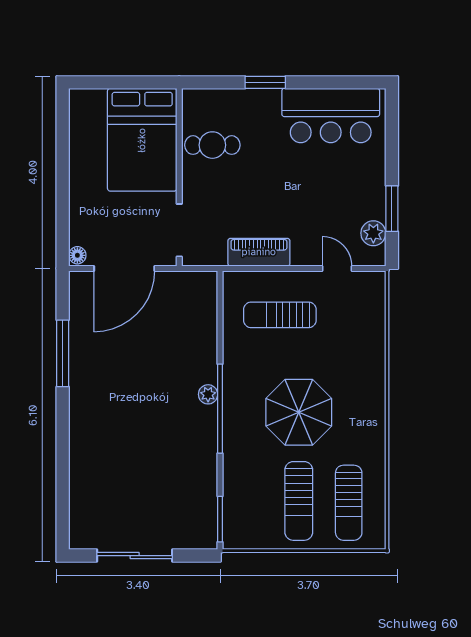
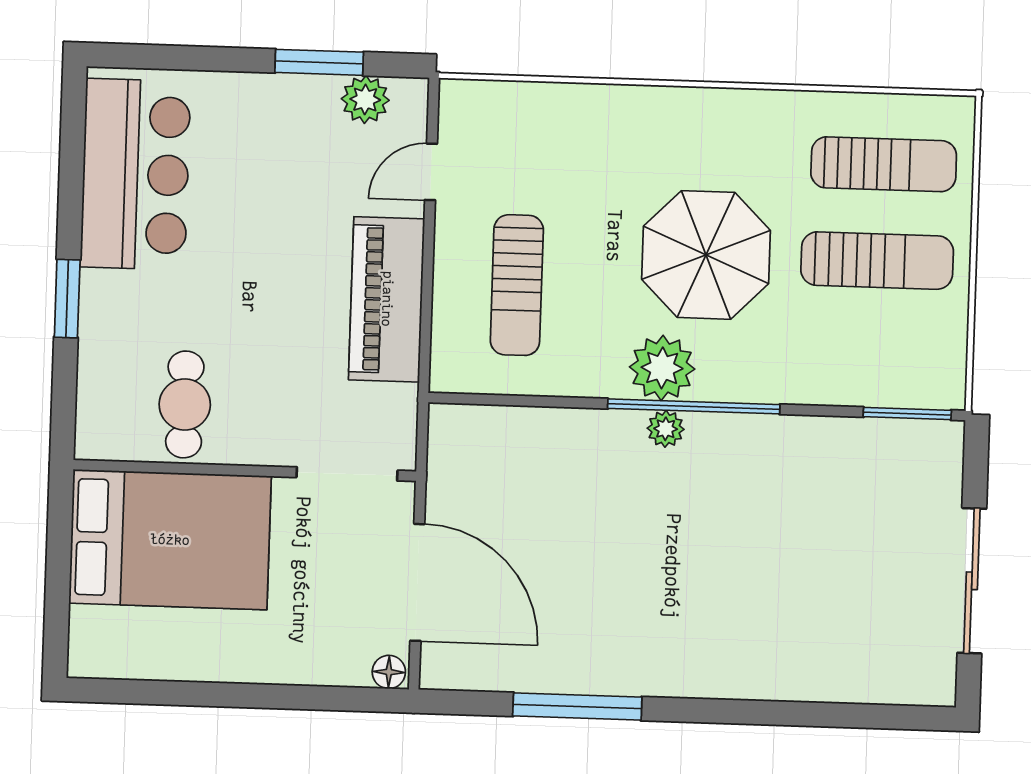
piano: (259, 252) -> (387, 299), width x1.37, depth x1.33
plant: (239, 392) -> (662, 368), added

